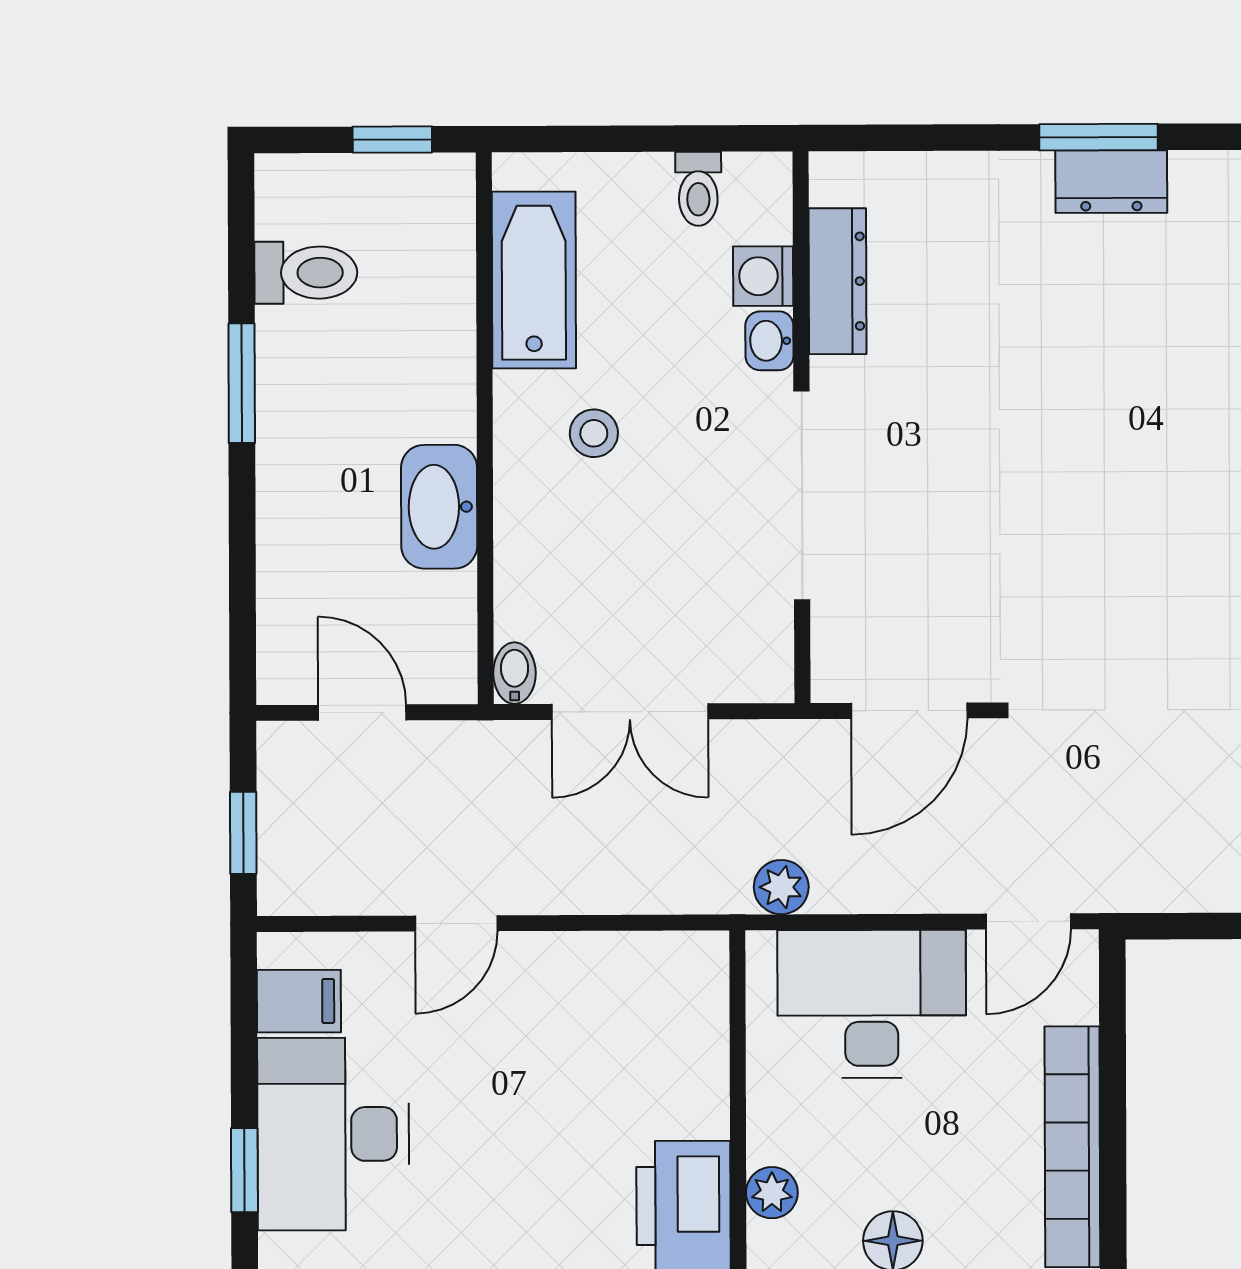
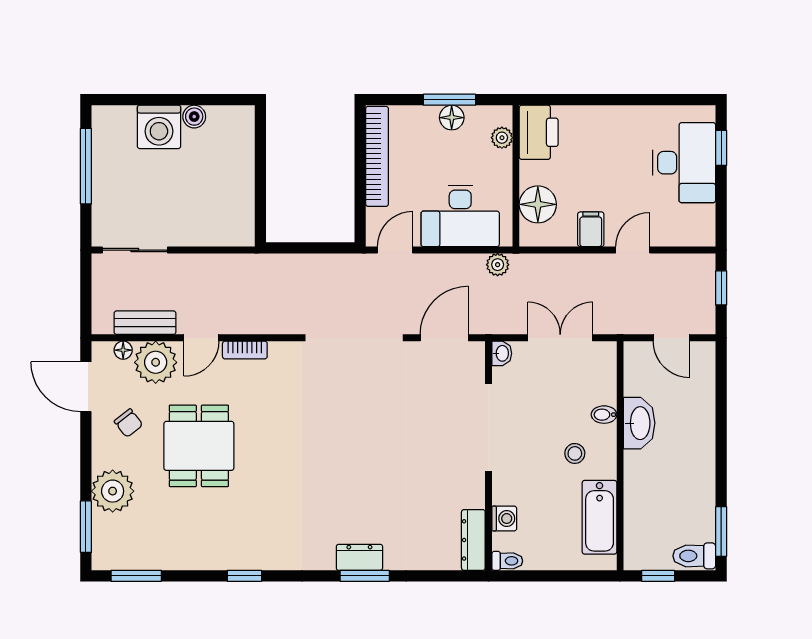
toilet: (698, 189) -> (507, 561), moved, turned 90
toilet: (306, 273) -> (694, 556), moved
dresser: (838, 281) -> (473, 540), moved
washbasin: (769, 341) -> (502, 353), moved
window: (242, 383) -> (721, 532), moved
bidet: (515, 673) -> (604, 415), moved, turned 90
filing cabinet: (299, 1001) -> (591, 229), moved, turned 90
floor lamp: (685, 1032) -> (538, 204), added

